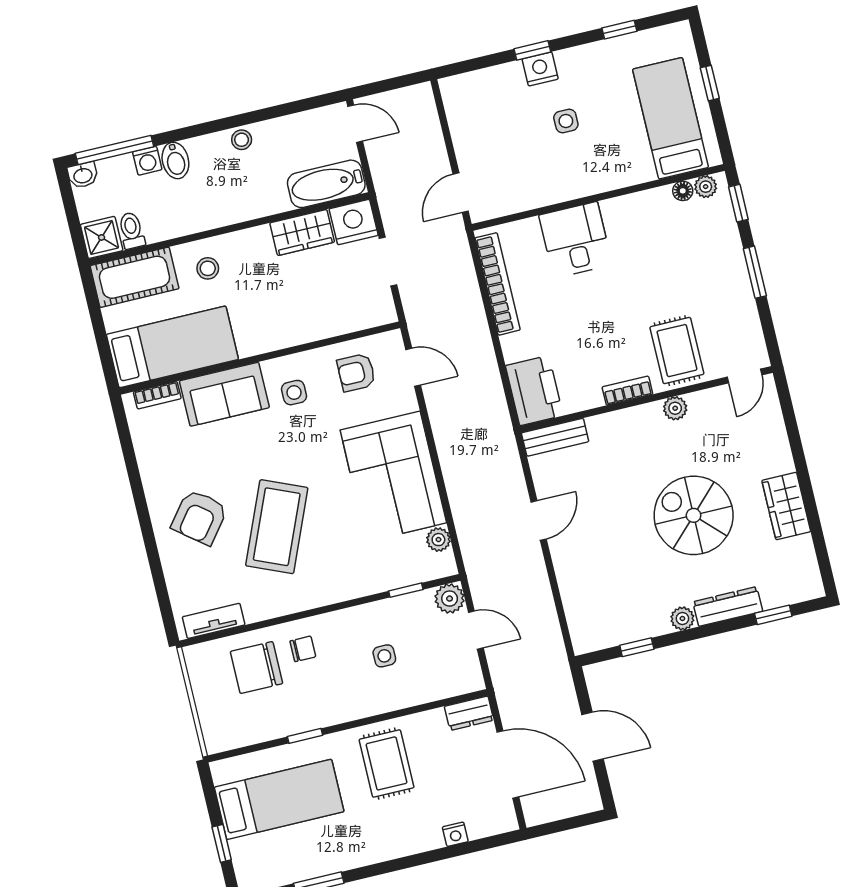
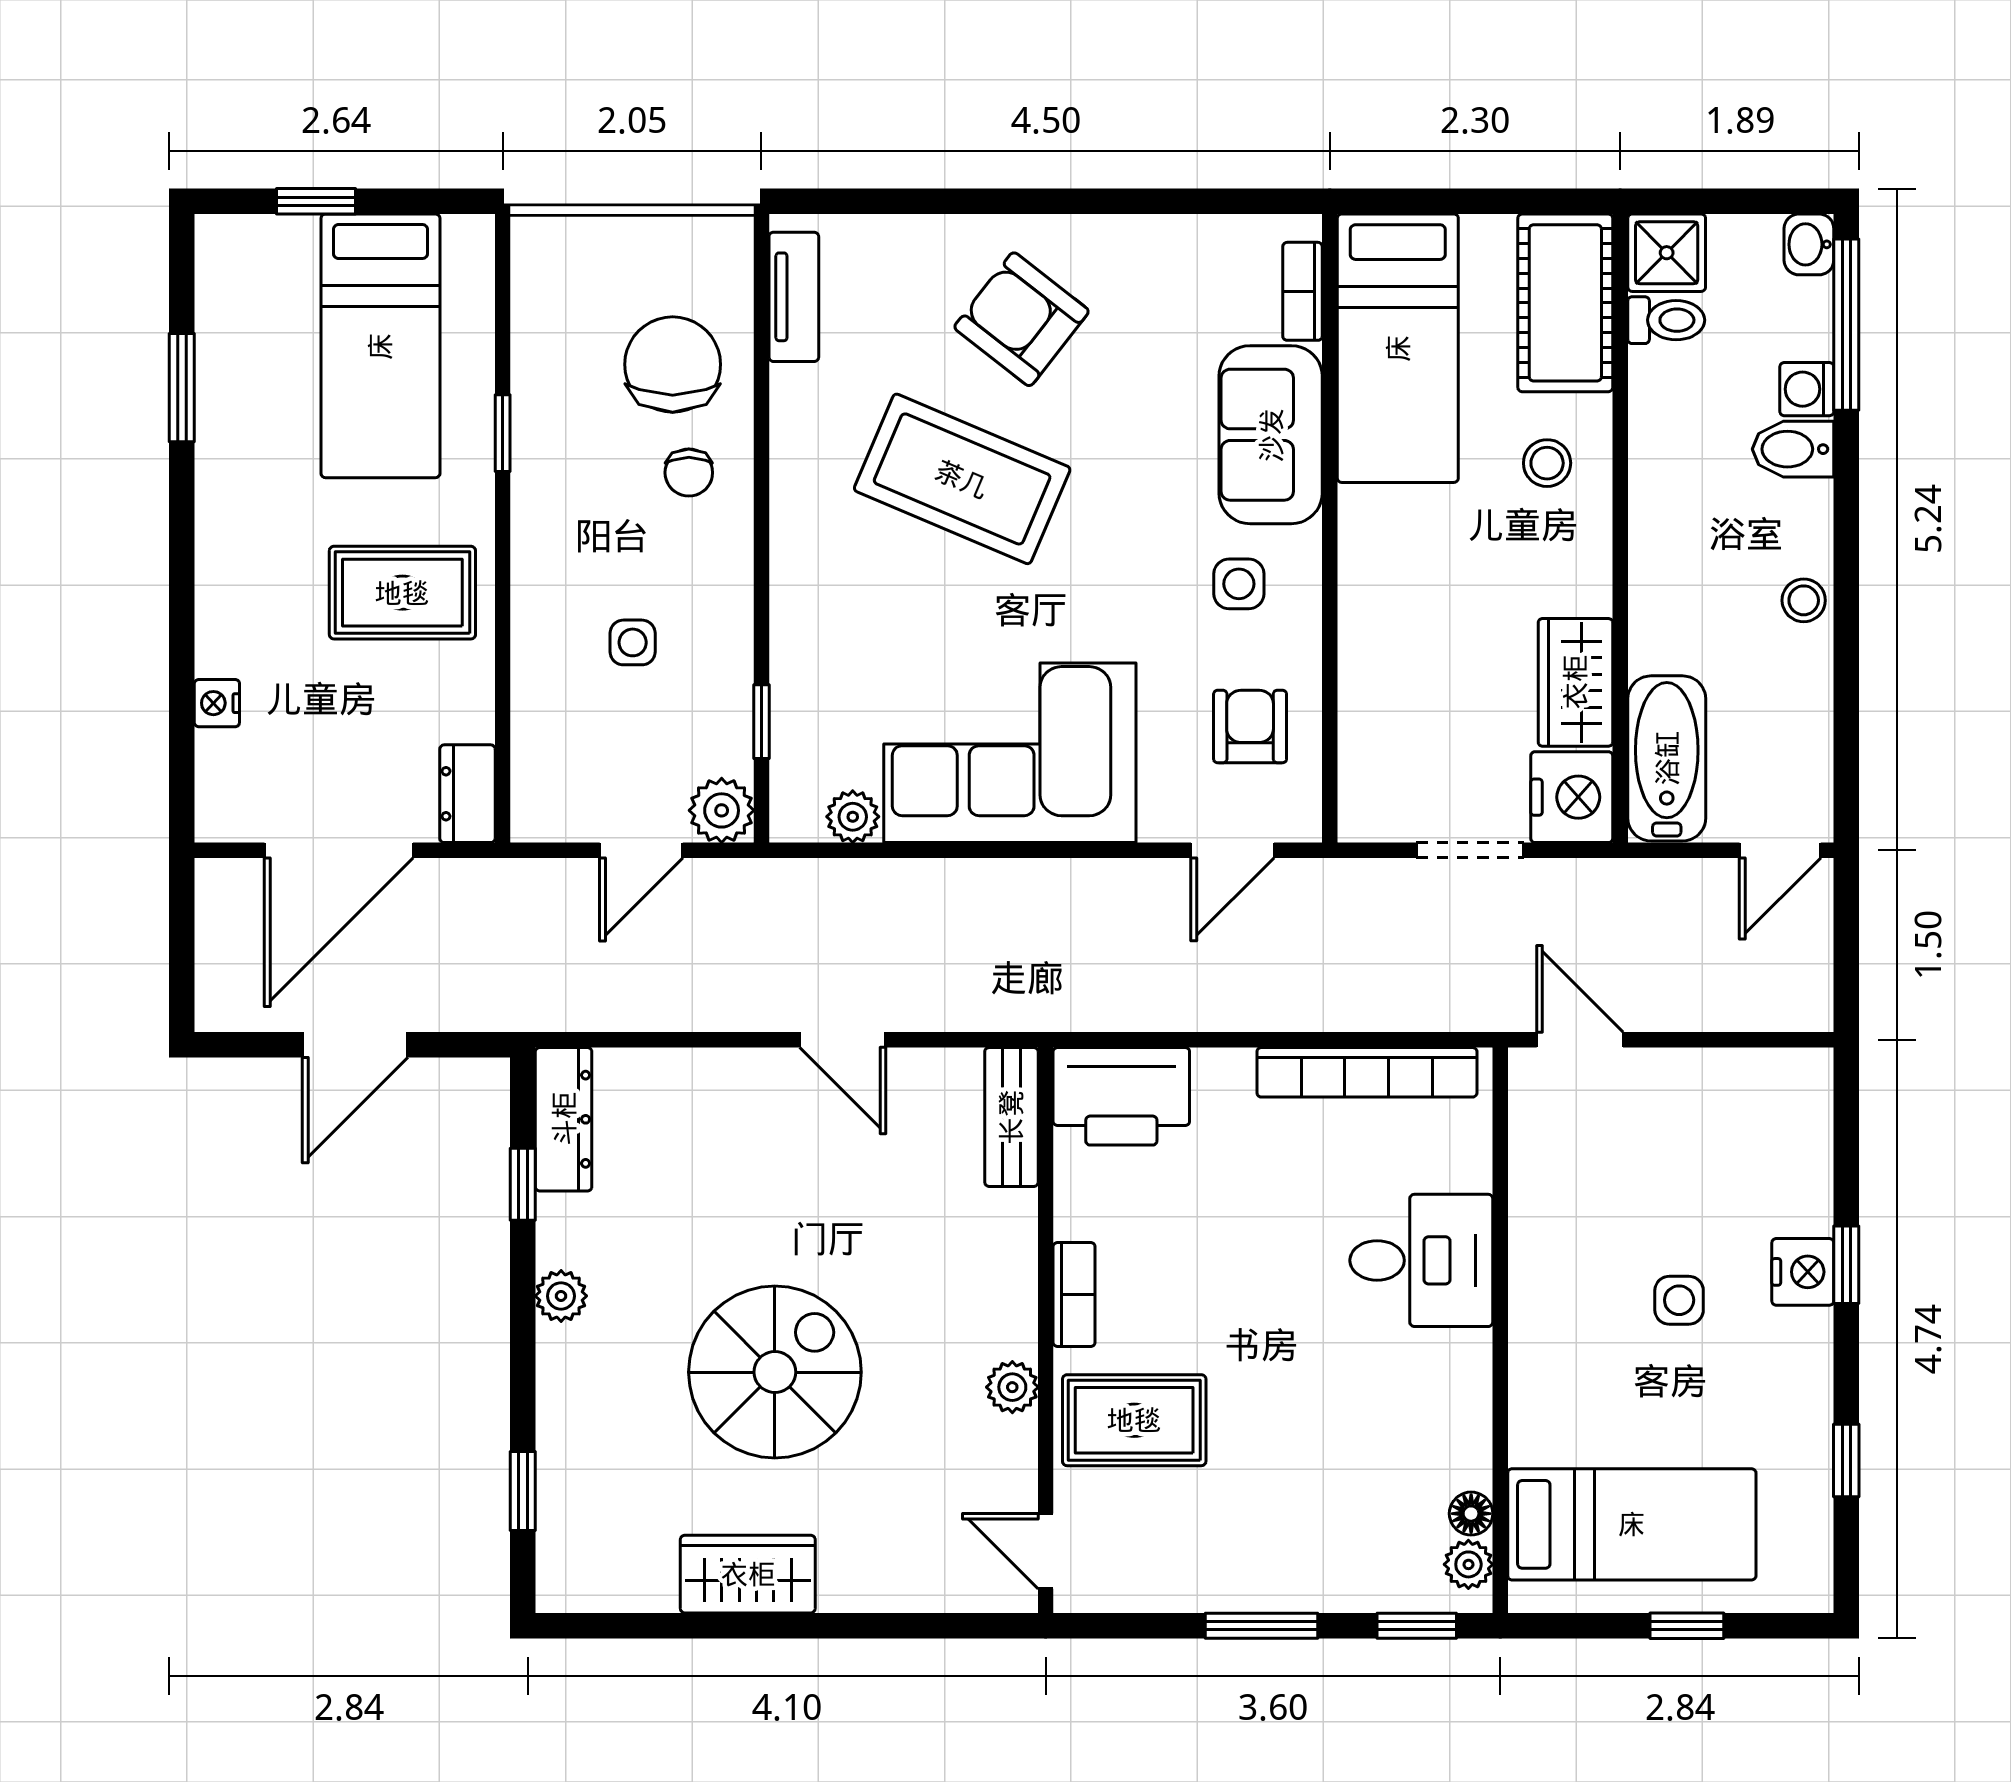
dresser: (728, 606) -> (564, 1119), moved

